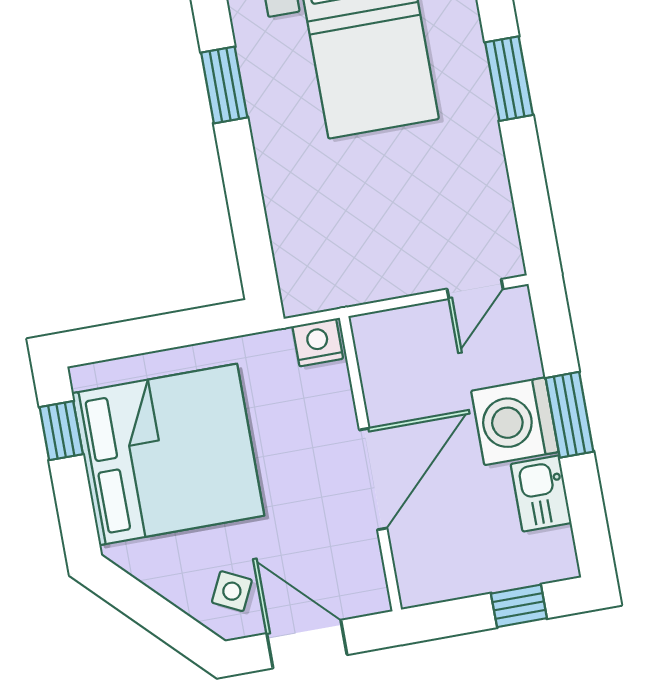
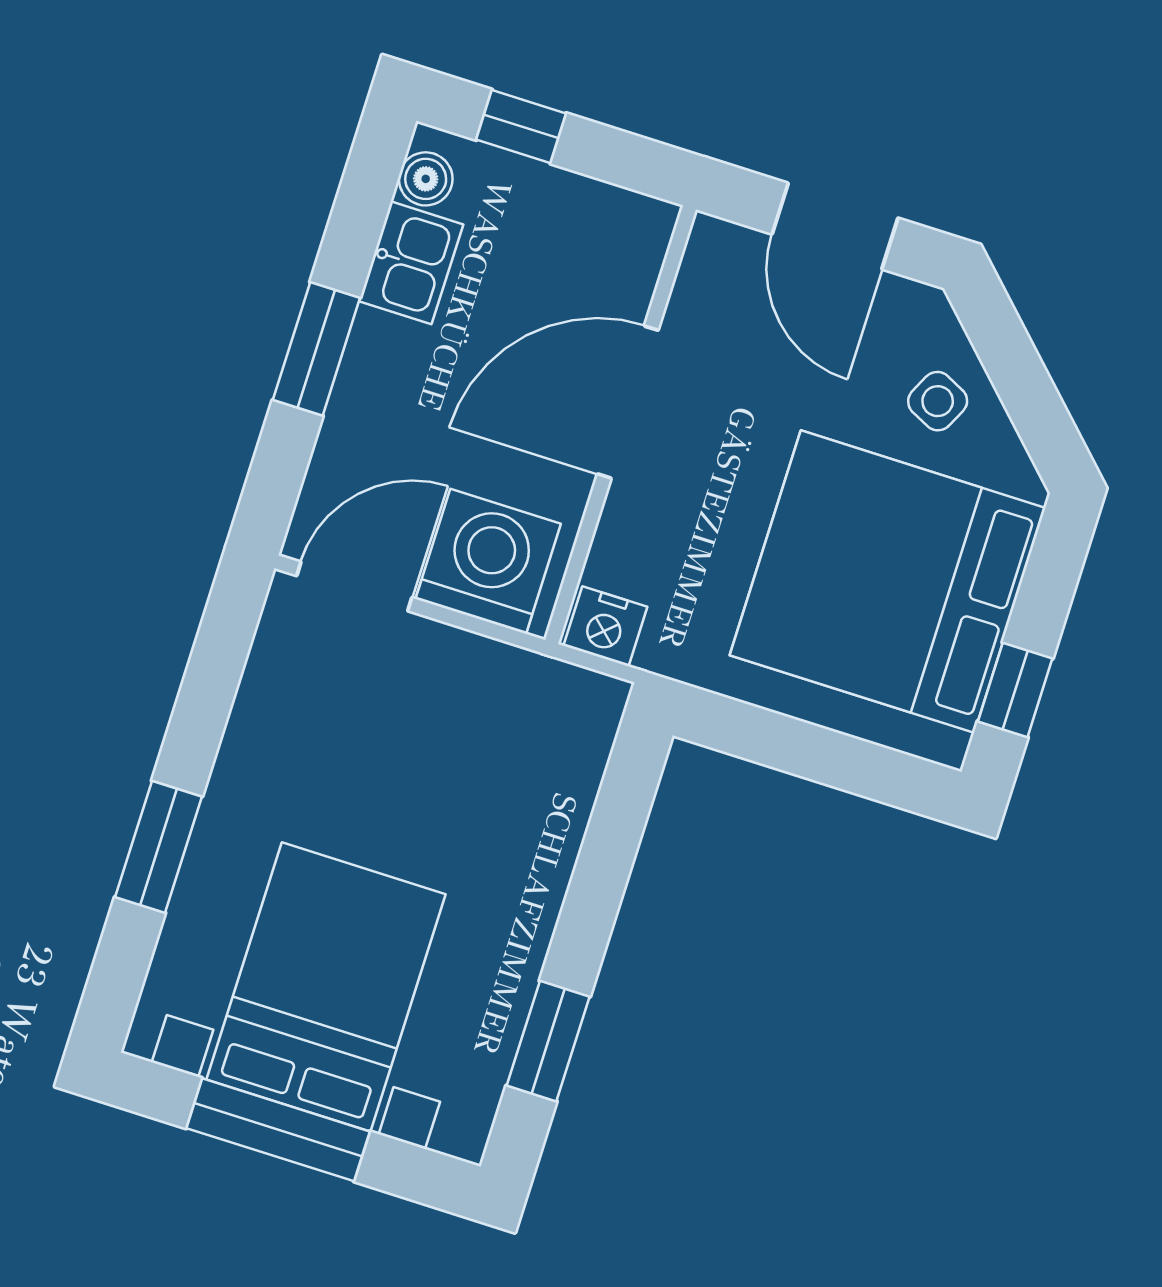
door: (475, 289) -> (354, 586), width x1.38
washing machine: (515, 421) -> (488, 561), moved, turned -90
boiler: (558, 547) -> (426, 179), added
side table: (232, 591) -> (938, 401), moved

